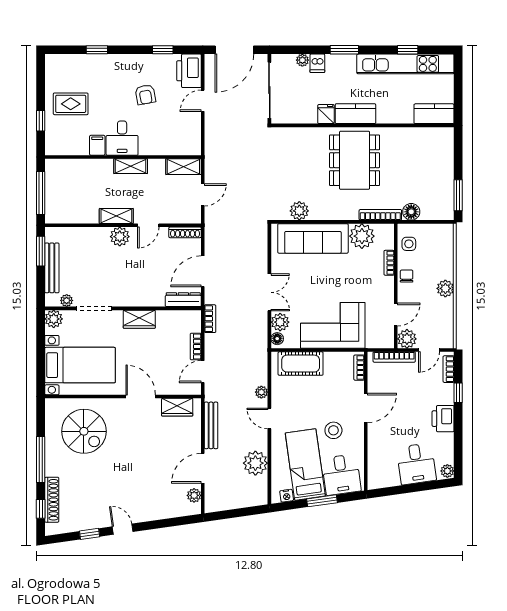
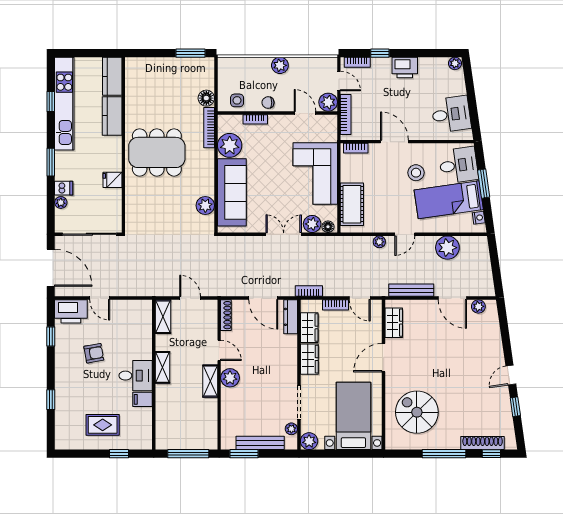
rug: (71, 104) -> (103, 425), turned 90
kitchen counter: (355, 114) -> (112, 116), moved
wardrobe: (172, 319) -> (309, 328), added
spiral stairs: (84, 431) -> (417, 412), turned -90
desk: (416, 464) -> (451, 114), moved

